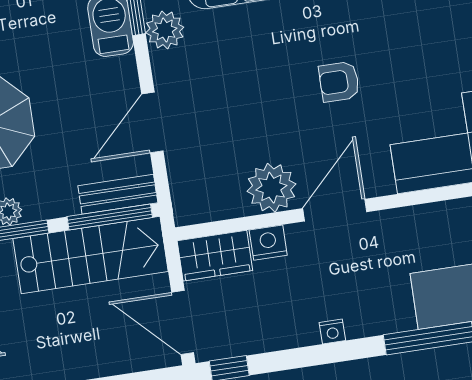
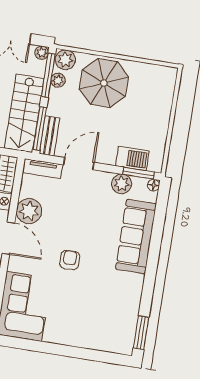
door: (152, 123) -> (79, 164), hinge flipped
tv unit: (183, 187) -> (43, 169), added

